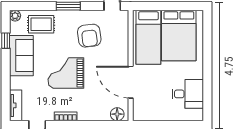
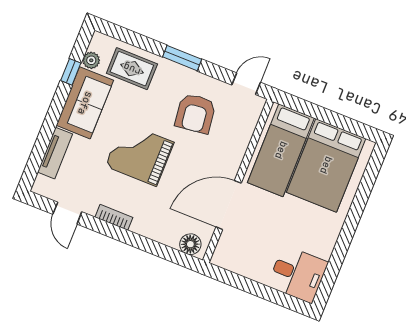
plant: (15, 16) -> (91, 60), moved
door: (131, 82) -> (229, 205), hinge flipped
desk: (188, 94) -> (298, 274), moved
tv unit: (16, 105) -> (55, 153), moved

